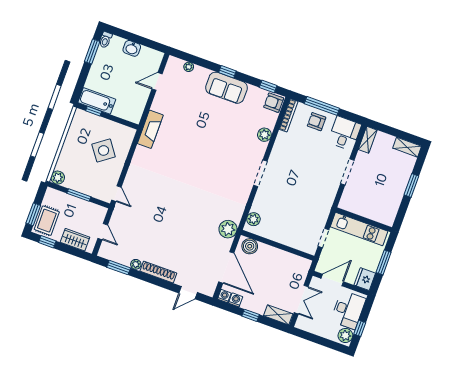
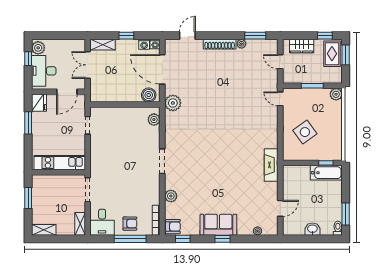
wall: (364, 220) -> (58, 172), moved
kitchen unit: (359, 229) -> (60, 163), moved

